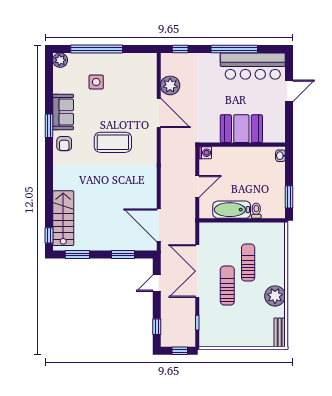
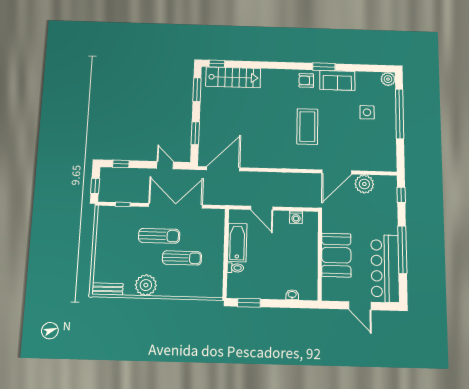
booth: (241, 129) -> (336, 255), moved
wall: (242, 145) -> (320, 256), moved

